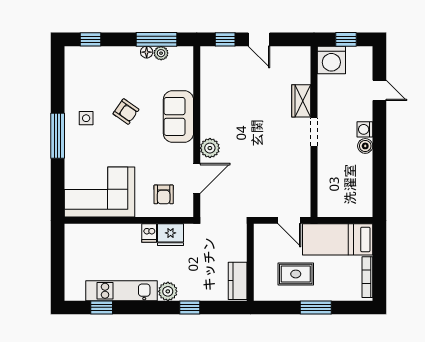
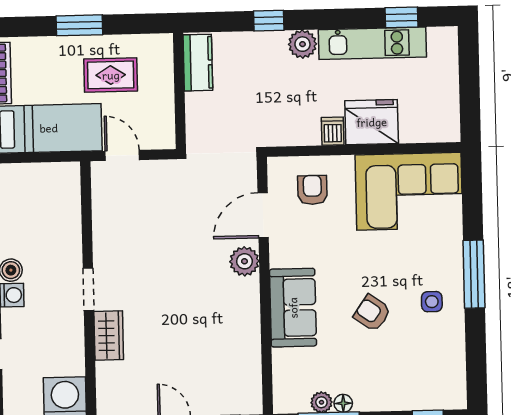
fridge: (170, 235) -> (372, 122), moved, width x1.36, depth x1.34

